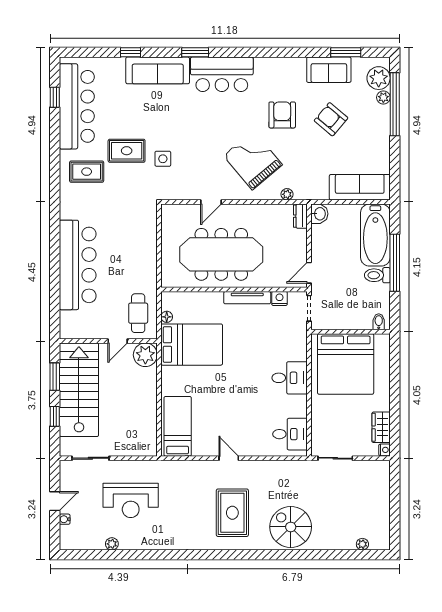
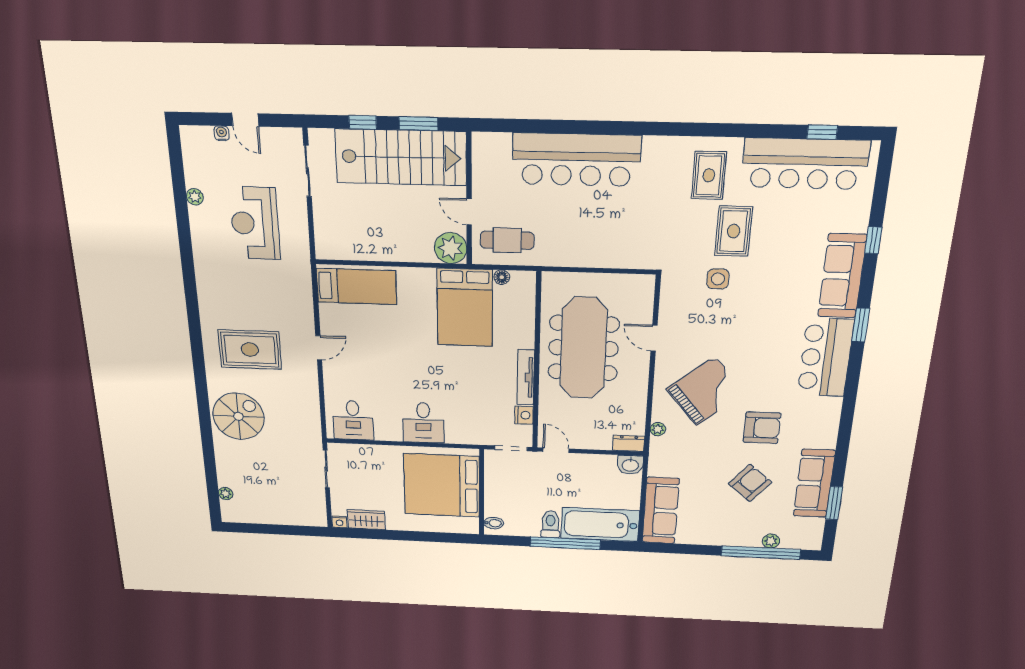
sofa: (329, 70) -> (814, 483), width x1.36
plant: (379, 78) -> (796, 537), removed

